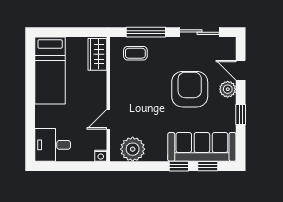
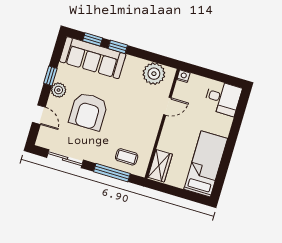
plant: (228, 89) -> (59, 90), moved

